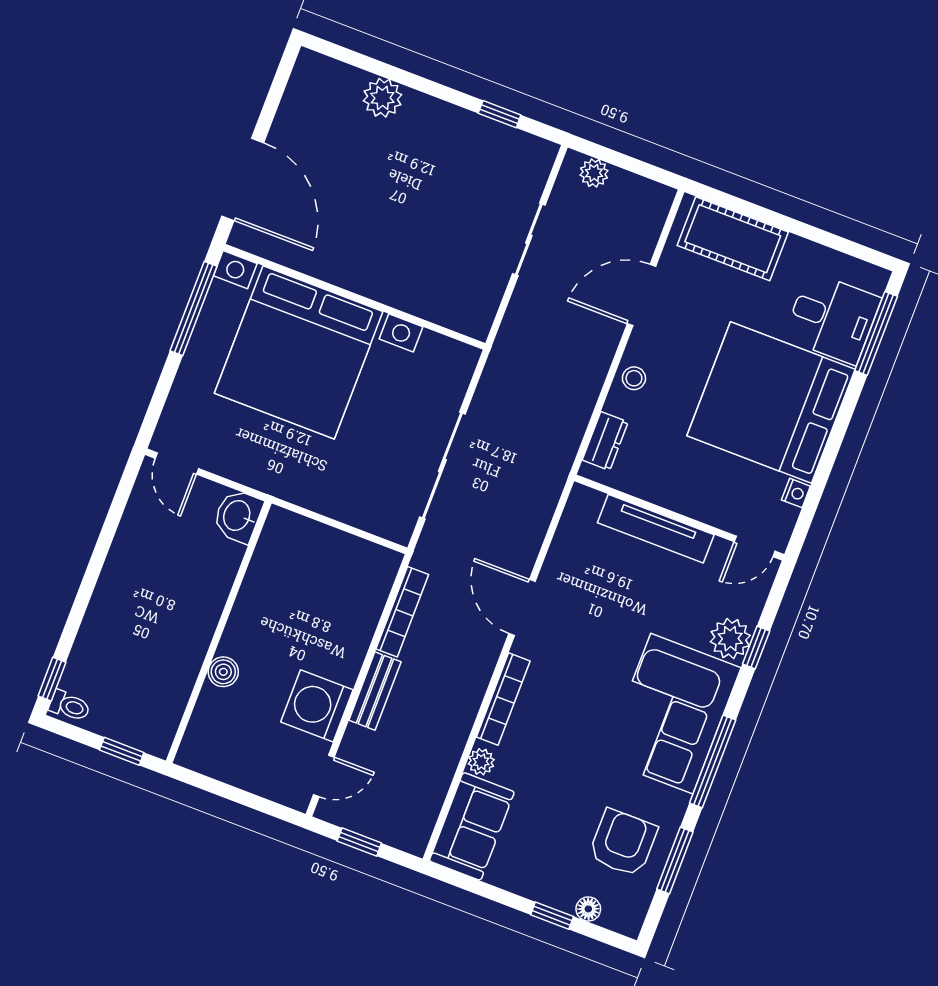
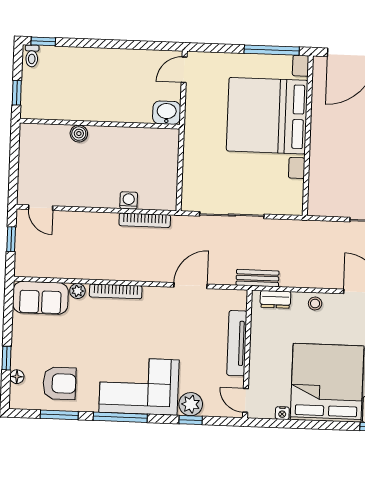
door: (522, 608) -> (191, 286), moved
bench: (375, 691) -> (257, 278), moved
washing machine: (317, 706) -> (129, 200), moved, width x0.53, depth x0.53

